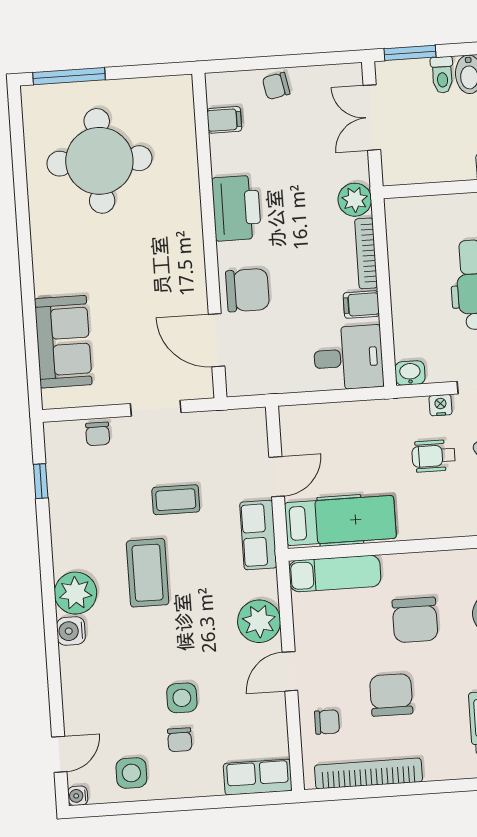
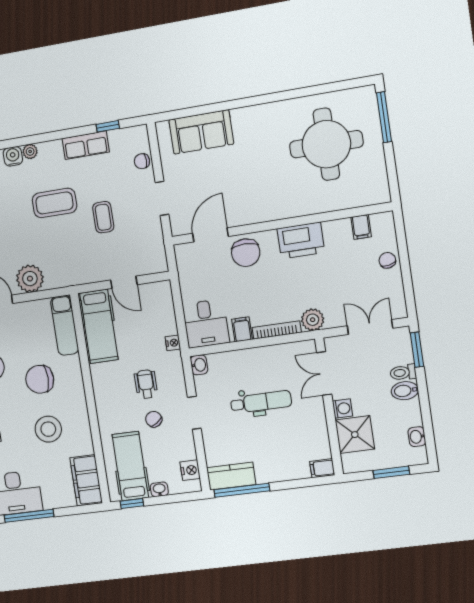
double door: (436, 189) -> (324, 373), added
nightstand: (441, 405) -> (173, 343), moved
row of seats: (258, 535) -> (86, 145), moved, turned 180
plant: (75, 593) -> (30, 152), width x0.53, depth x0.53

